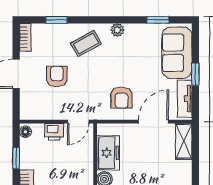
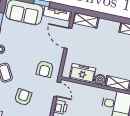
armchair: (57, 76) -> (23, 97), turned 98
armchair: (122, 98) -> (45, 69), moved, turned 91

